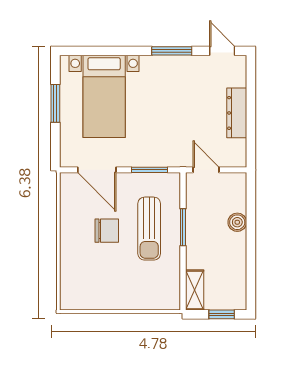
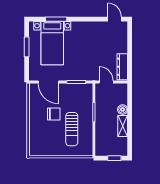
window: (172, 51) -> (56, 19), moved
dresser: (237, 113) -> (122, 67), moved
sun lounger: (149, 229) -> (72, 129), moved
shelving: (195, 290) -> (123, 126), moved

